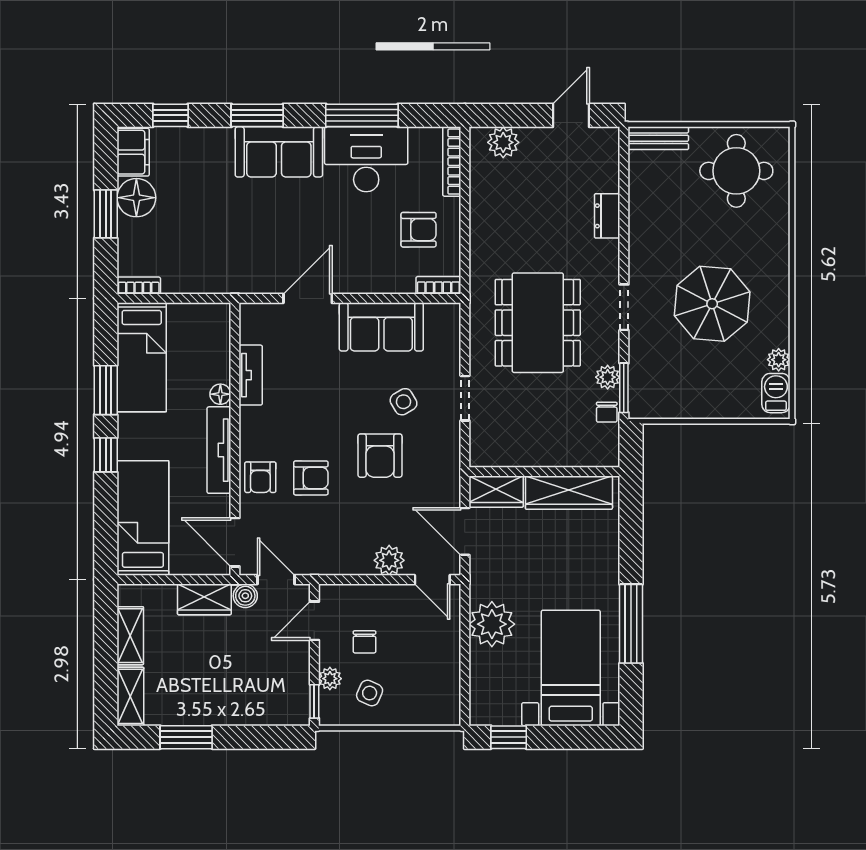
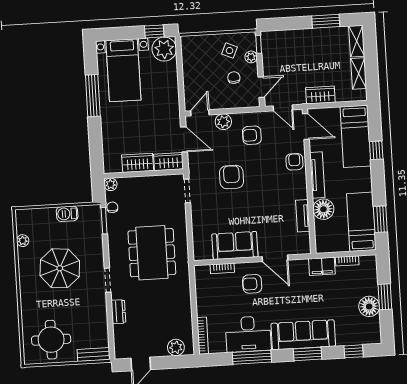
filing cabinet: (133, 152) -> (322, 266), moved, turned -90
sofa: (279, 152) -> (303, 335), width x1.36
armchair: (419, 230) -> (252, 284), moved
bookcase: (438, 285) -> (222, 268), moved
bookcase: (139, 286) -> (347, 261), moved
door: (308, 298) -> (275, 258), hinge flipped
doorway: (624, 307) -> (108, 280), moved
plant: (608, 377) -> (111, 184), moved
window: (106, 390) -> (380, 219), moved
barbecue: (776, 393) -> (67, 214), moved, turned 90
floor lamp: (220, 394) -> (323, 209), width x1.89, depth x1.89
doorway: (465, 398) -> (187, 191), moved
side table: (404, 402) -> (221, 206), removed
window: (106, 455) -> (376, 150), moved
armchair: (311, 478) -> (252, 135), moved
wardrobe: (569, 493) -> (138, 163), width x0.67
door: (432, 580) -> (200, 113), hinge flipped
boiler: (245, 596) -> (299, 98), removed
plant: (492, 624) -> (164, 49), moved

